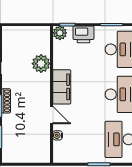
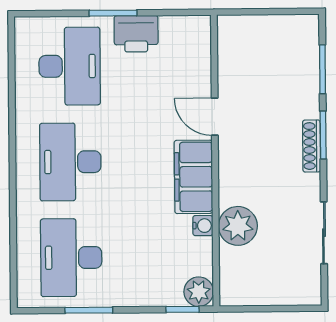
printer: (83, 34) -> (136, 34), moved, turned 180
water cooler: (58, 135) -> (203, 226), moved

